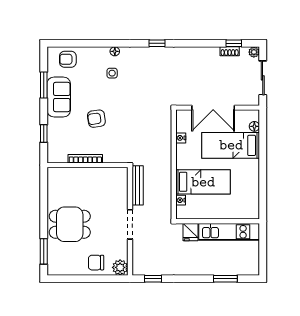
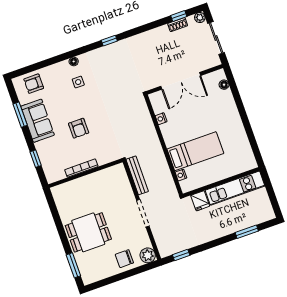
armchair: (96, 119) -> (79, 128), turned -82
bed: (231, 145) -> (209, 109), removed

